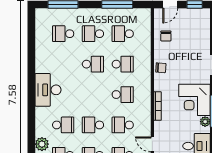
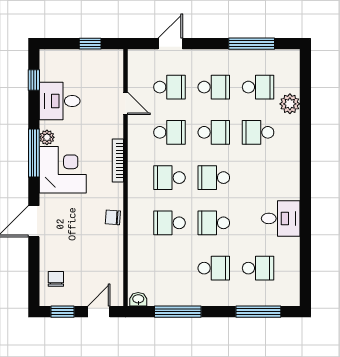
washbasin: (144, 13) -> (138, 299), added
school desk: (123, 34) -> (214, 178), moved, turned 180
chair: (166, 36) -> (56, 279), moved
desk: (48, 90) -> (281, 218), moved, width x0.73

